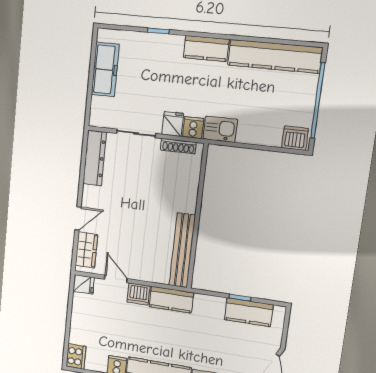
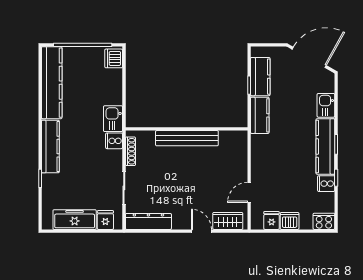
kitchen counter: (206, 48) -> (50, 147), width x1.50
fridge: (173, 124) -> (105, 220), moved, turned 90
bench: (182, 250) -> (187, 138), moved
fridge: (84, 284) -> (272, 221), moved
dishwasher: (138, 294) -> (290, 221), moved, turned -90
kitchen counter: (171, 300) -> (260, 115), moved

